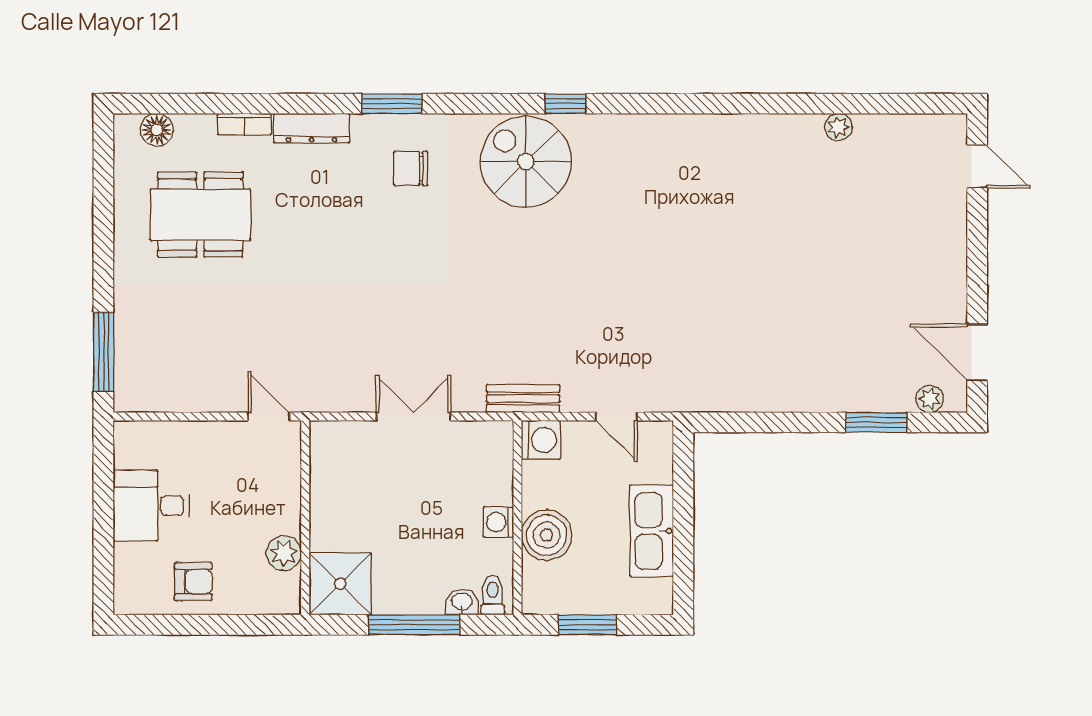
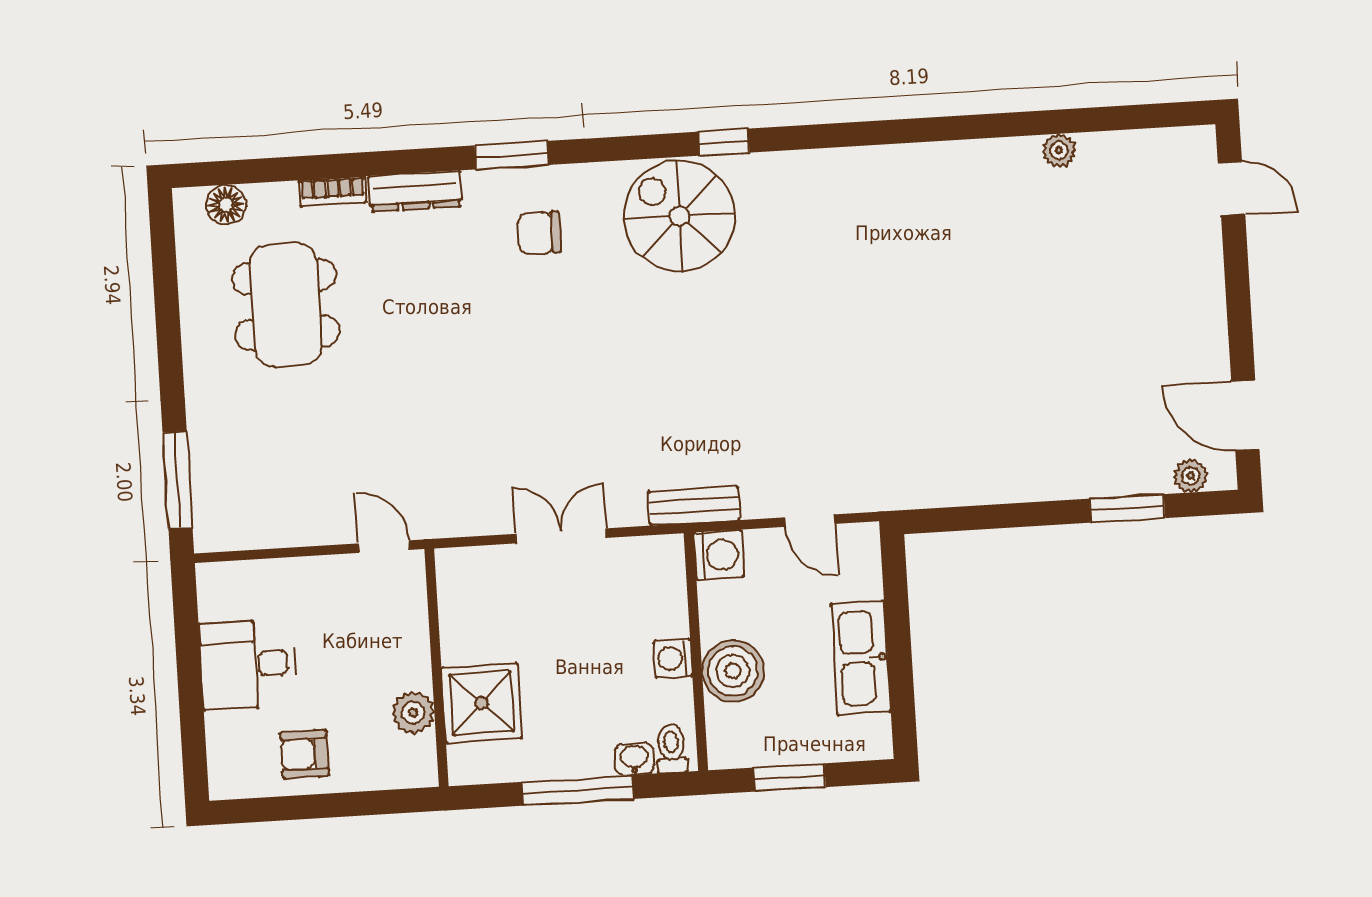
dining table: (200, 215) -> (286, 305), turned 90
armchair: (193, 582) -> (304, 754), turned 180
shower: (340, 584) -> (482, 703), moved

